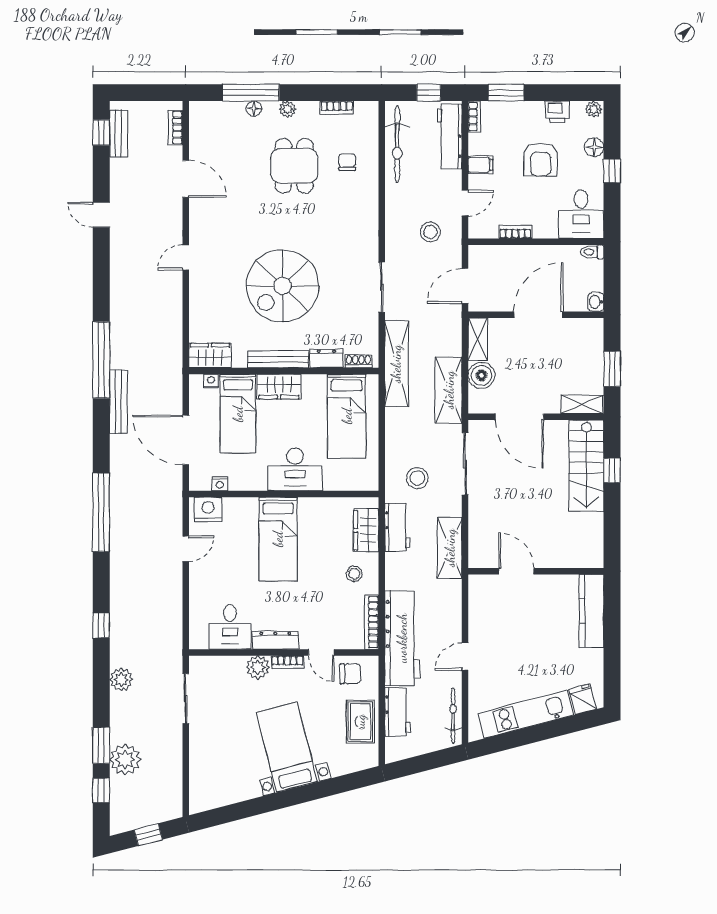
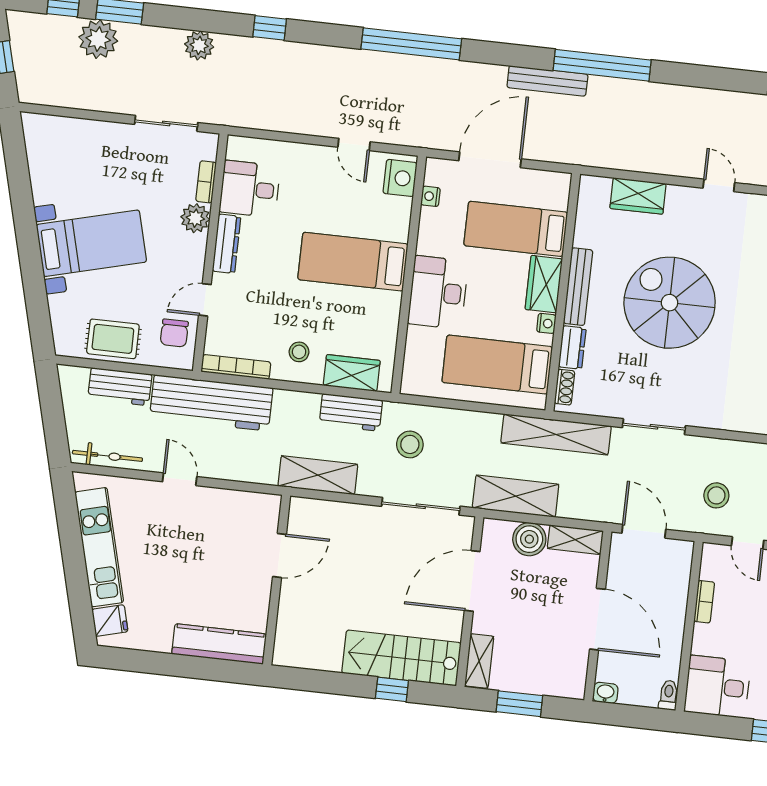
wardrobe: (210, 356) -> (638, 196), moved, turned 90
nightstand: (211, 381) -> (546, 323), moved
bookcase: (287, 662) -> (206, 182), moved

